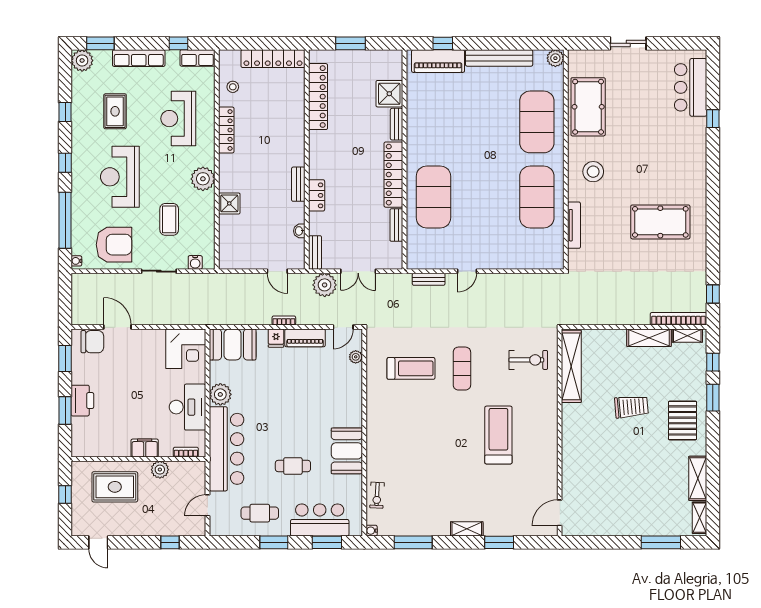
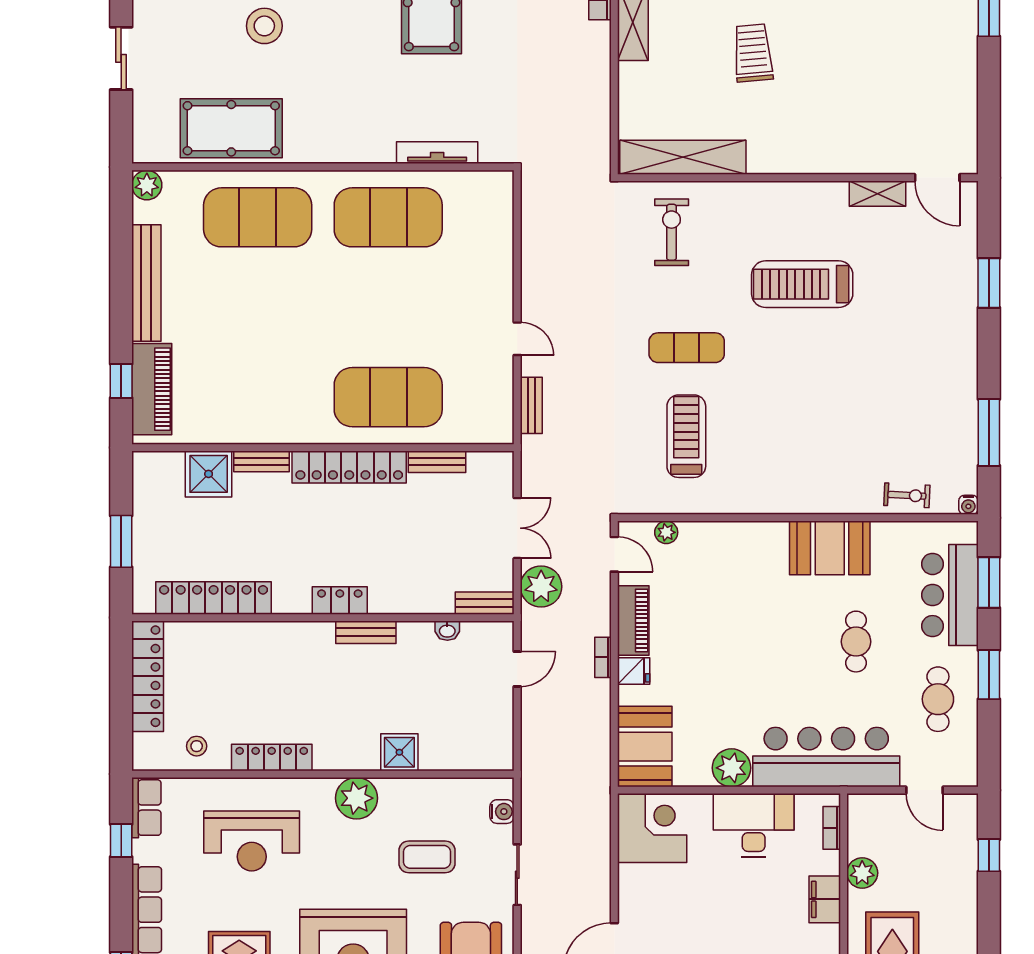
stool: (593, 172) -> (264, 26), moved
locker: (317, 195) -> (340, 600), moved
shelving: (467, 529) -> (877, 194), moved, turned 90

